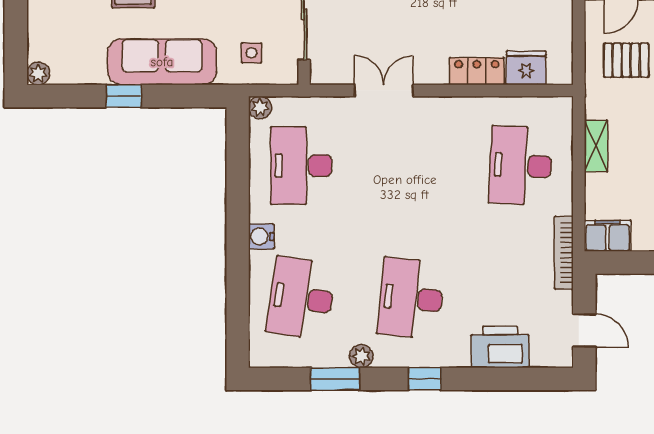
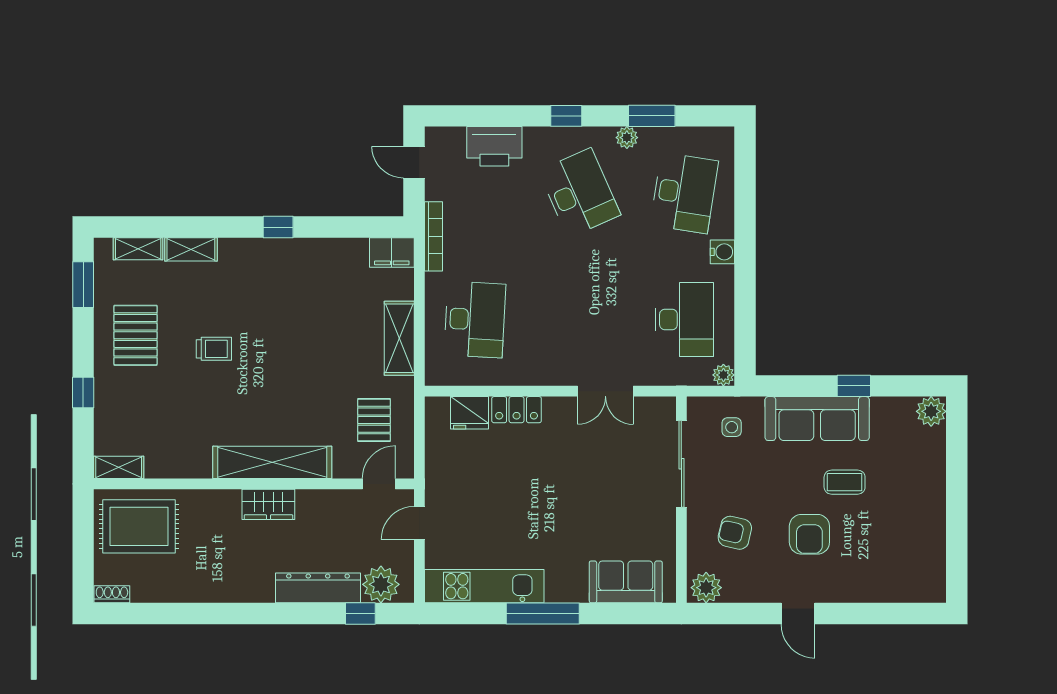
pallet: (626, 60) -> (374, 420), turned 90
plant: (38, 74) -> (931, 411), width x1.38, depth x1.38
shelving: (596, 146) -> (399, 338), width x1.50, depth x1.33
desk: (411, 298) -> (579, 193), turned -30

